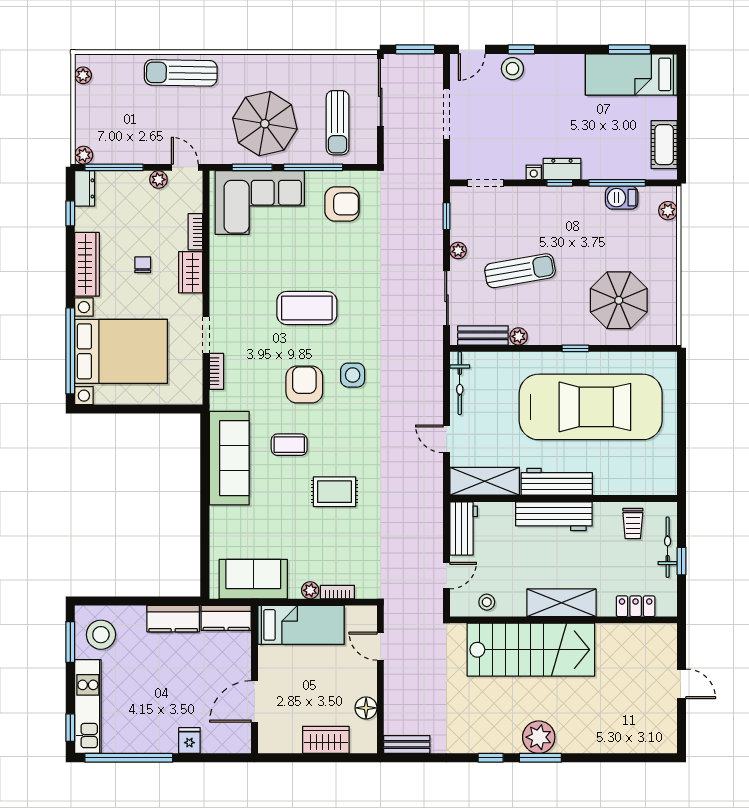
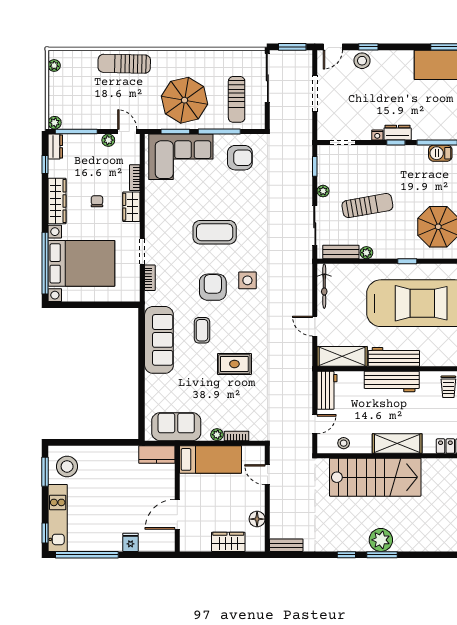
coffee table: (289, 445) -> (202, 330), turned 90
kitchen counter: (173, 619) -> (119, 455), removed

